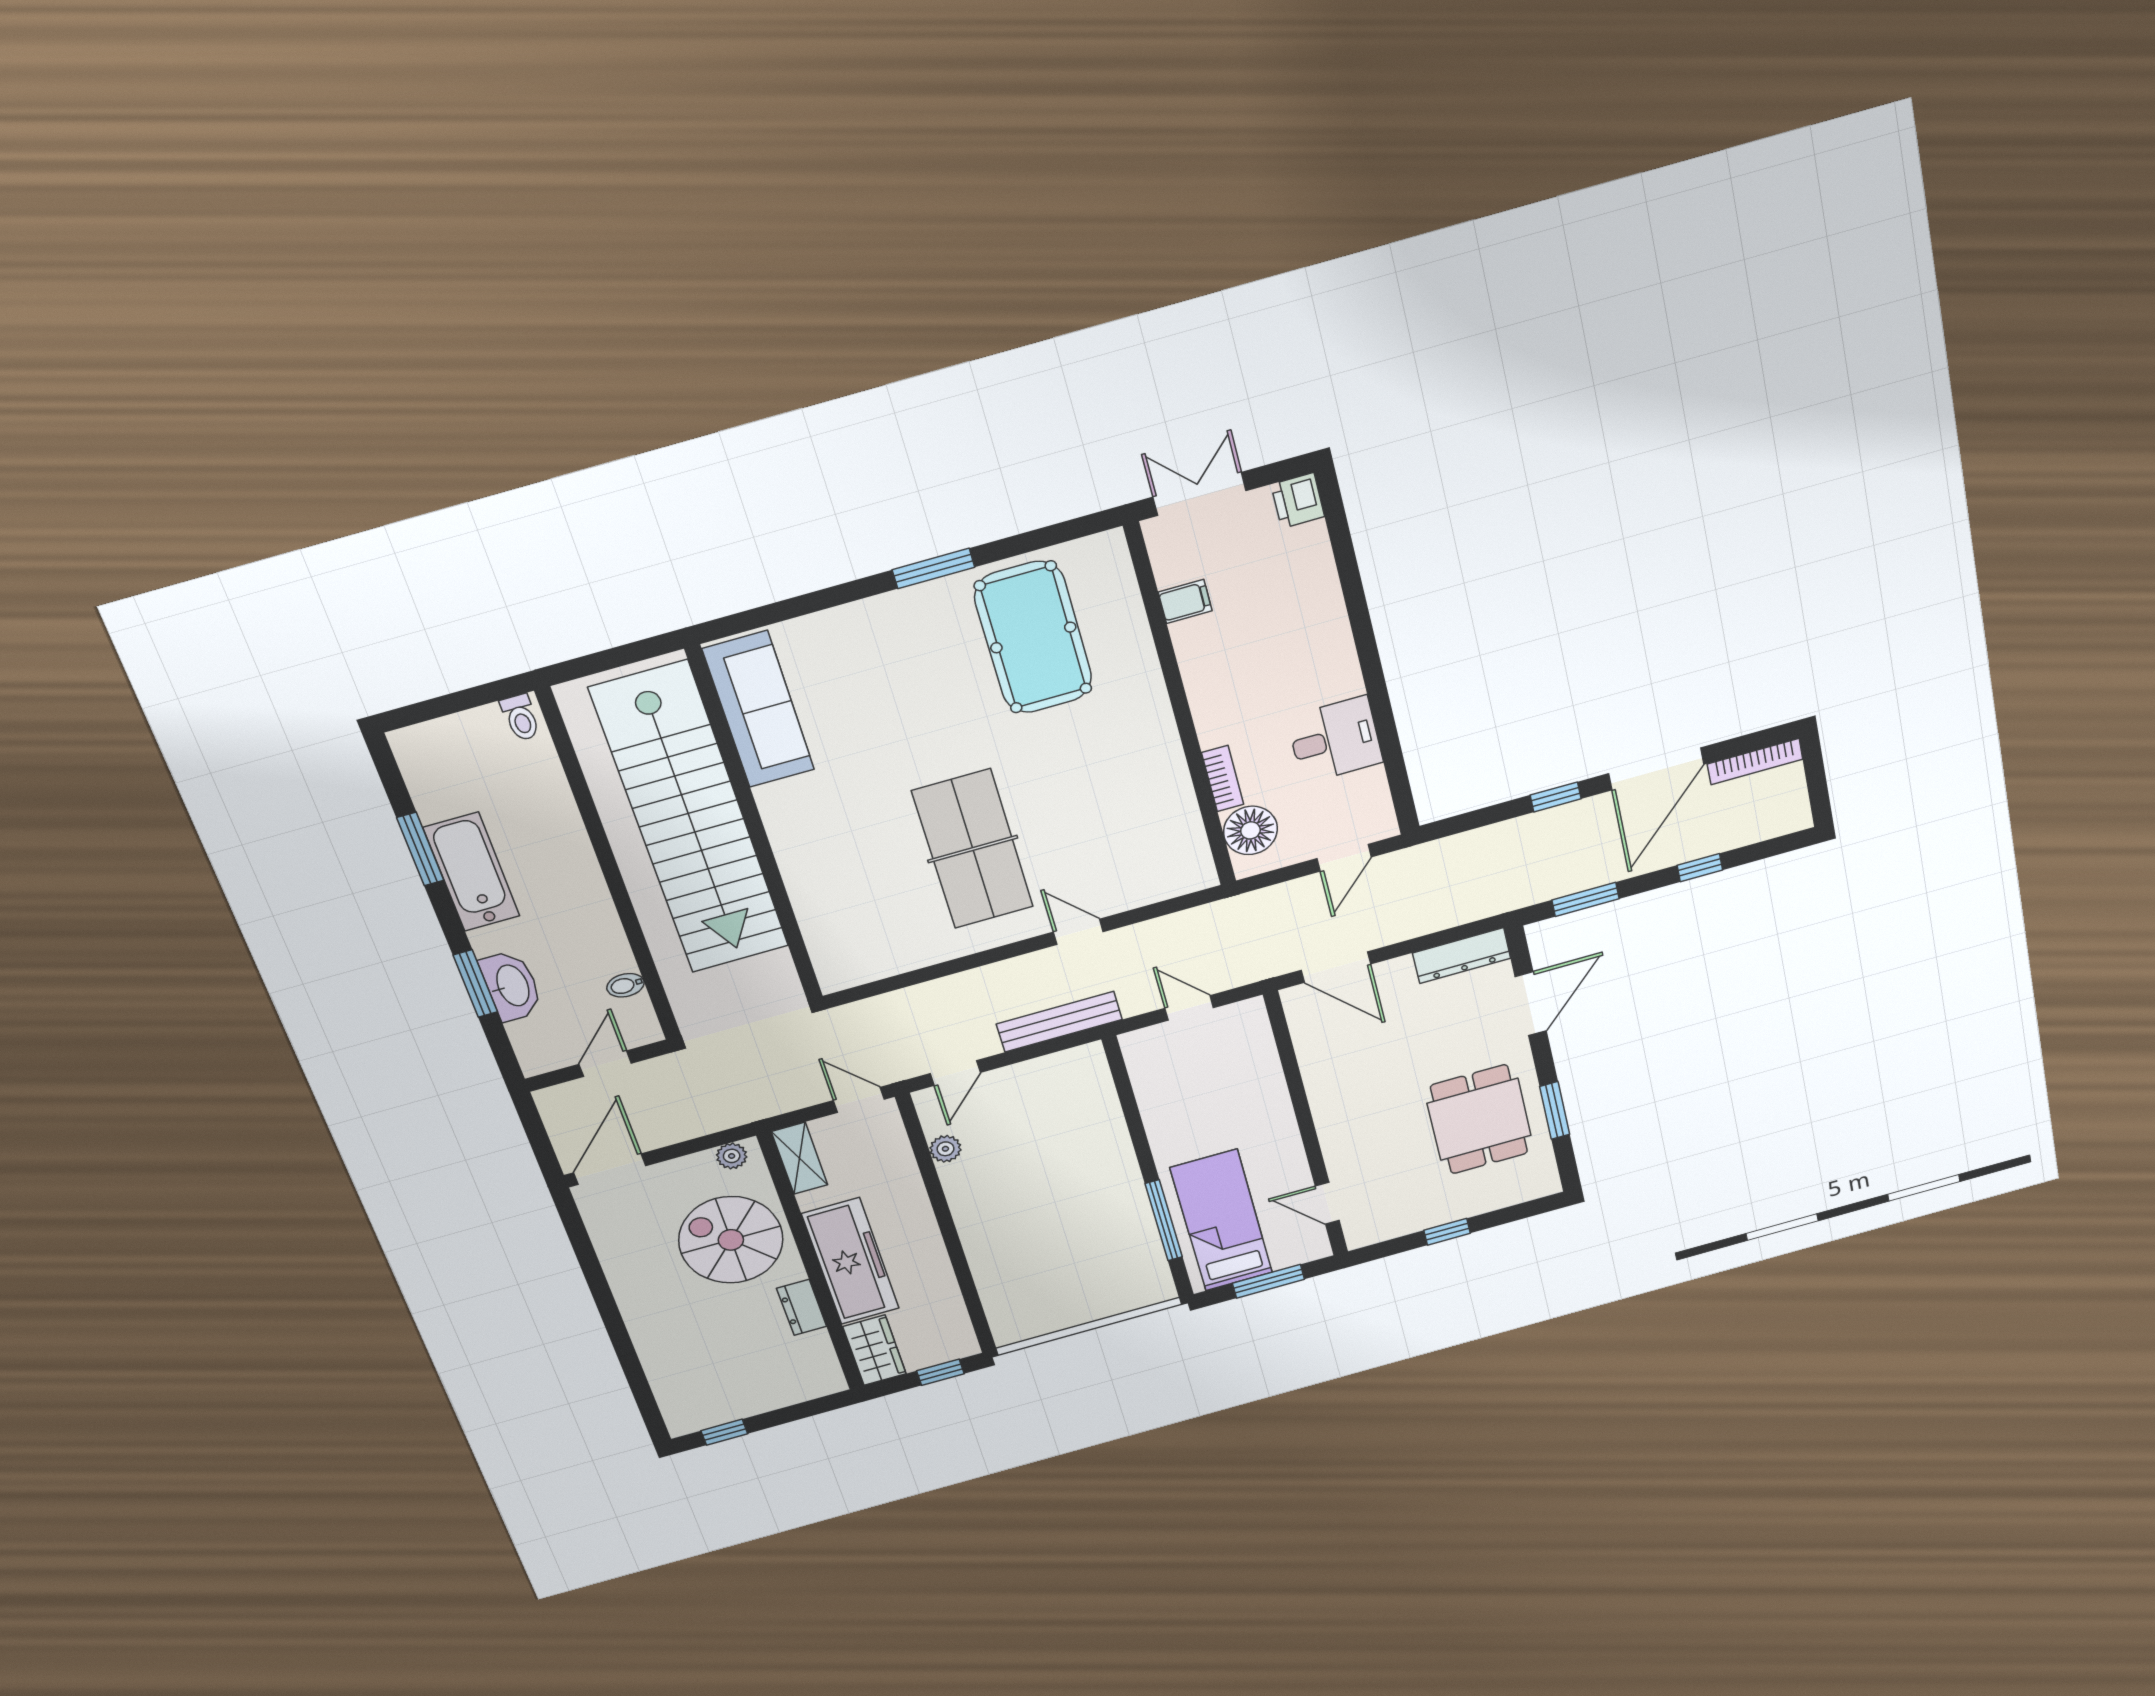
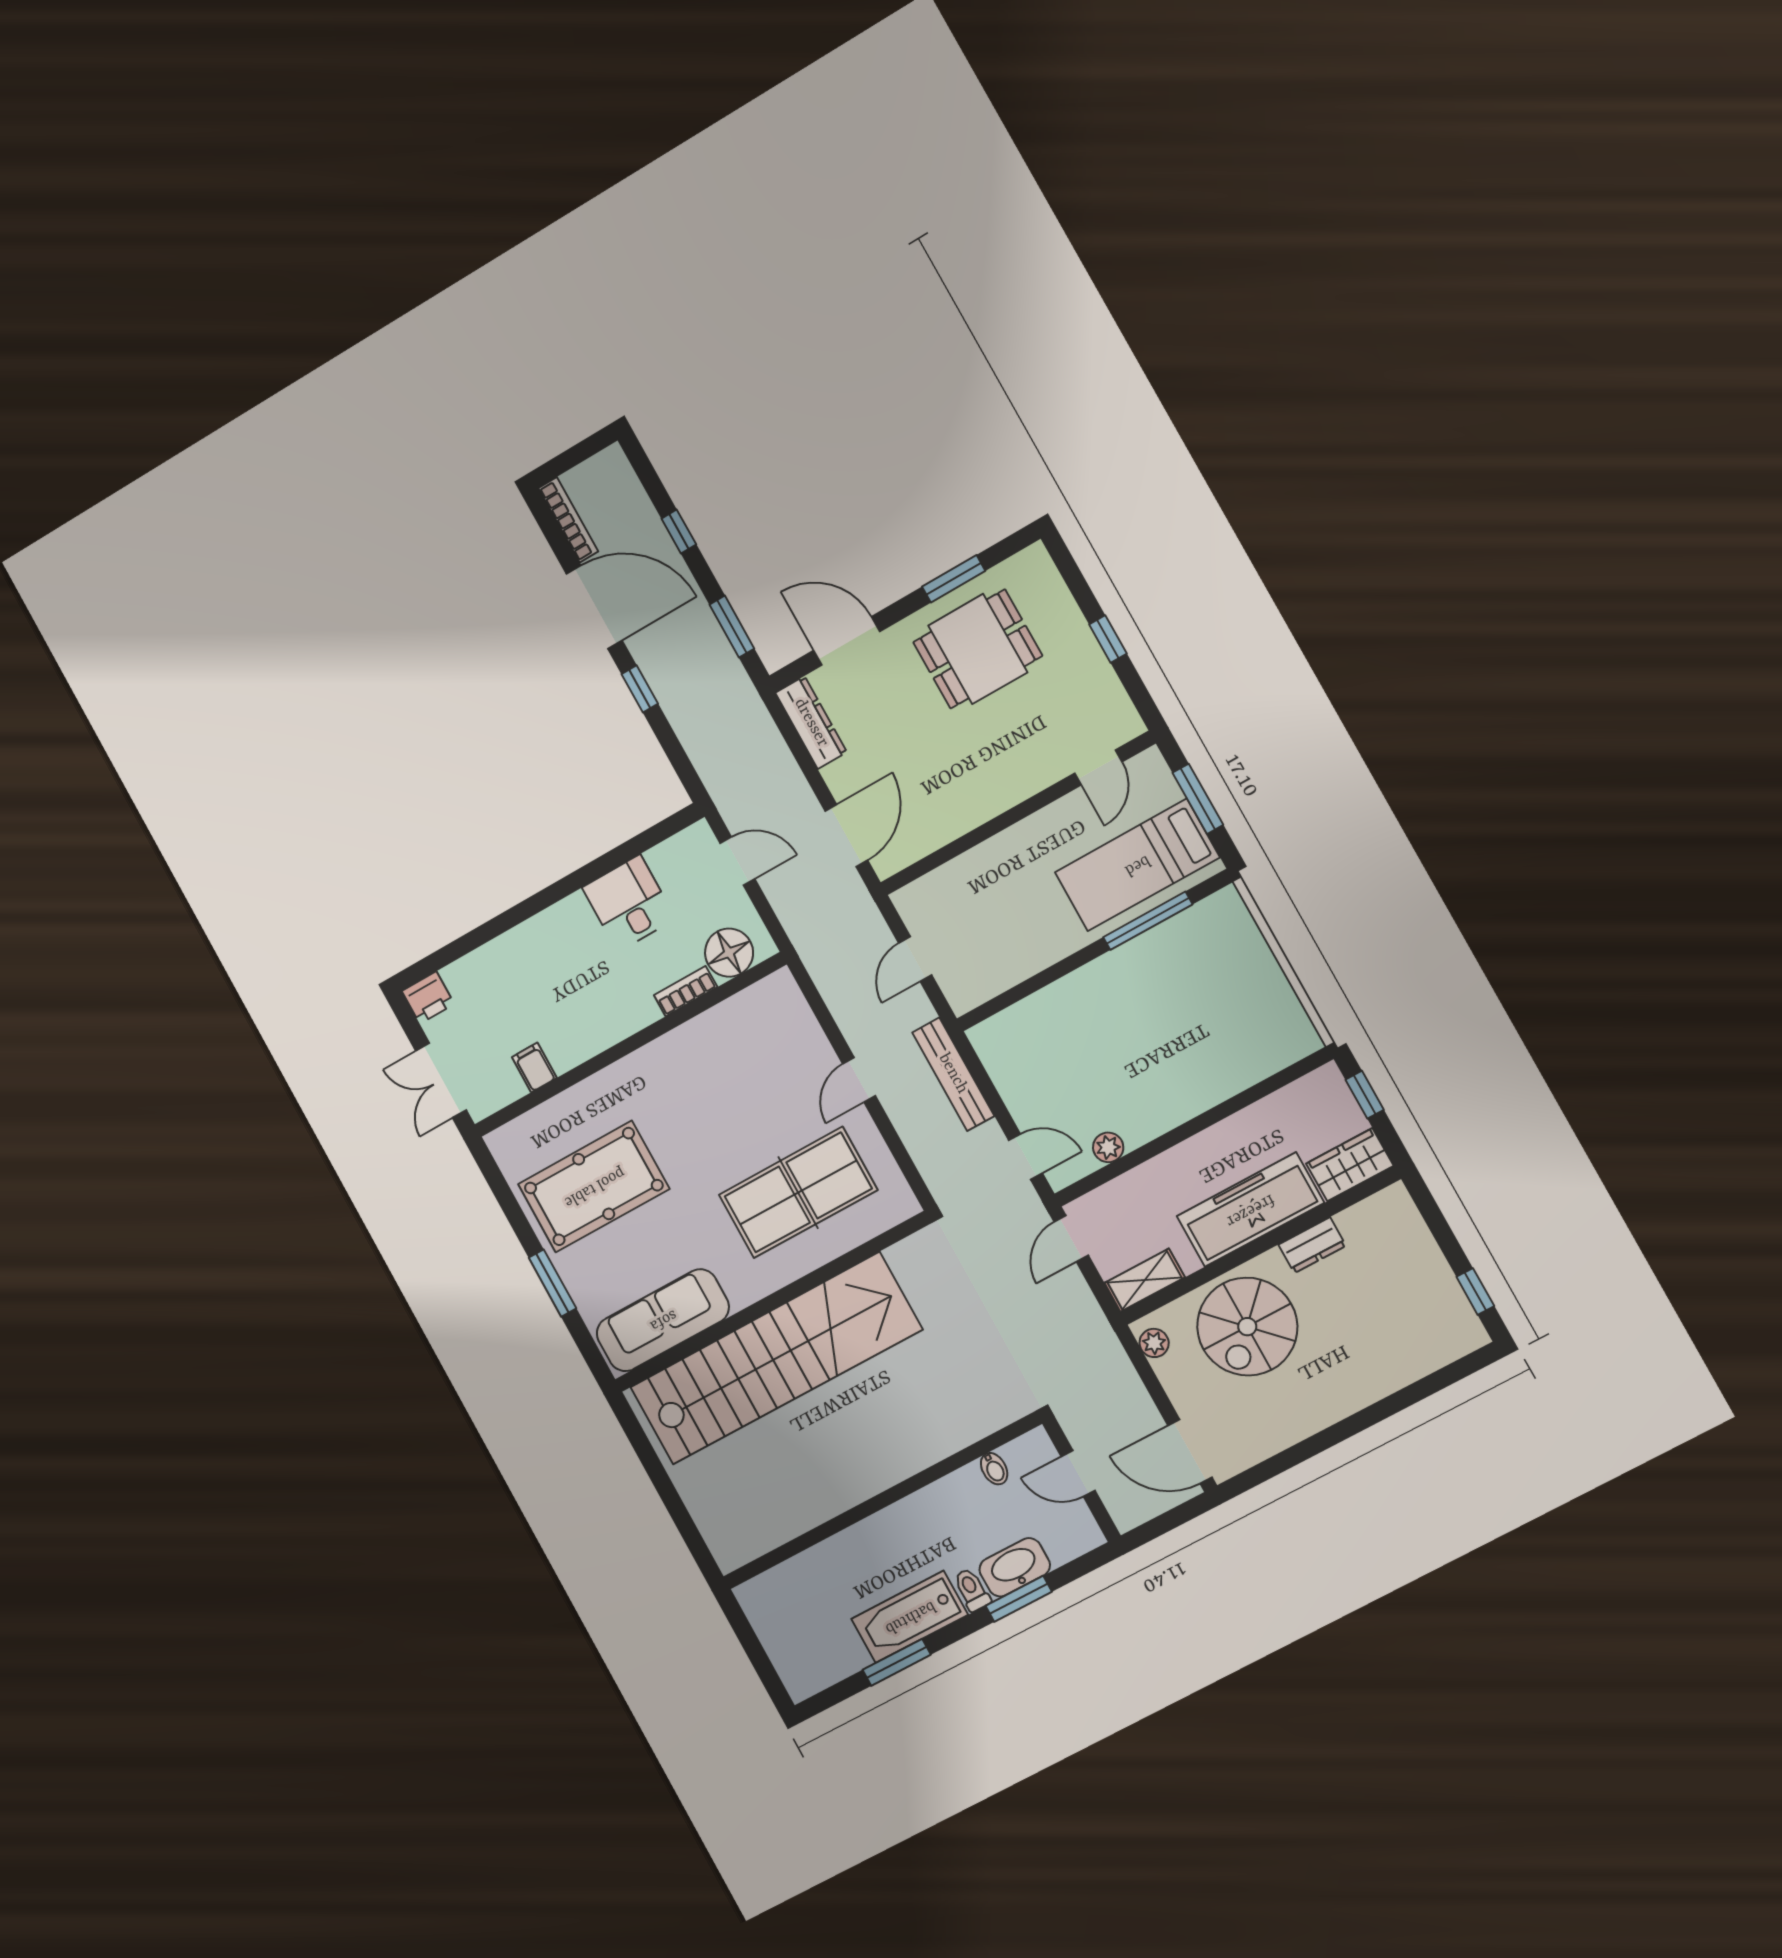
sofa: (759, 710) -> (663, 1320), moved
toilet: (521, 717) -> (972, 1590), moved, turned -90
stairs: (690, 819) -> (776, 1359), moved
wall: (755, 827) -> (772, 1302), moved

